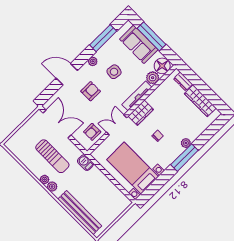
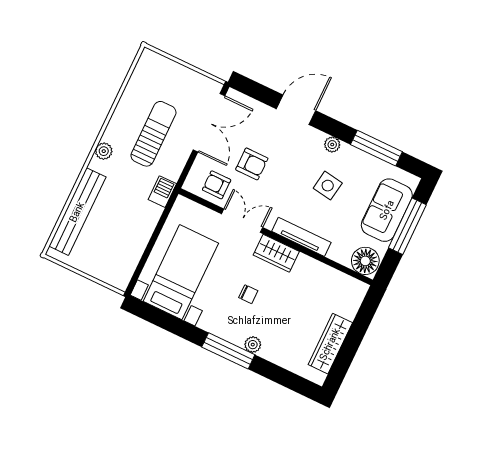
door: (67, 74) -> (296, 110), hinge flipped
plant: (153, 78) -> (340, 252), removed
dresser: (183, 81) -> (352, 304), removed
armchair: (91, 91) -> (252, 164), moved
sun lounger: (52, 156) -> (153, 134), turned 180
plant: (45, 179) -> (111, 135), removed

